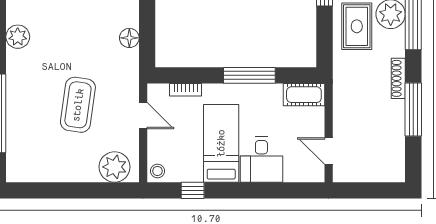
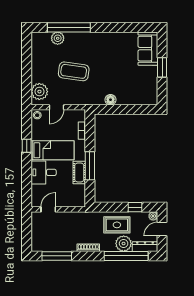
plant: (18, 37) -> (58, 38), moved
cot: (304, 95) -> (79, 173), moved
window: (413, 109) -> (57, 256), moved
door: (143, 116) -> (56, 107), moved
window: (193, 190) -> (27, 146), moved

